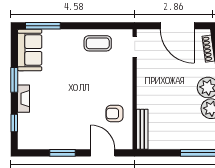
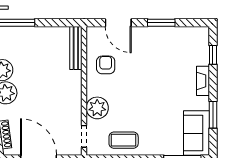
plant: (122, 73) -> (97, 108), added
window: (14, 80) -> (213, 115), moved
armchair: (114, 114) -> (106, 65), turned -90

